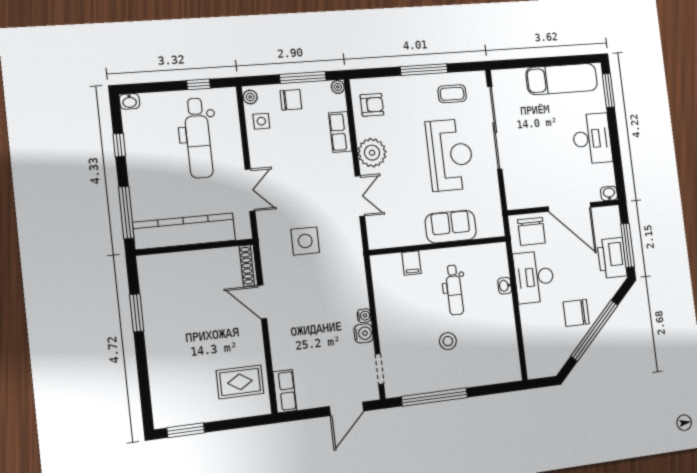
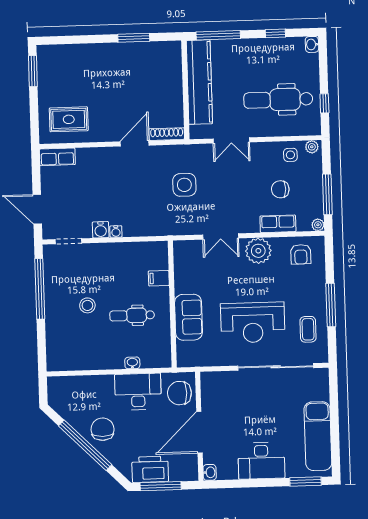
chair: (291, 100) -> (280, 189), moved, turned 90
rug: (240, 382) -> (69, 119), turned 90

